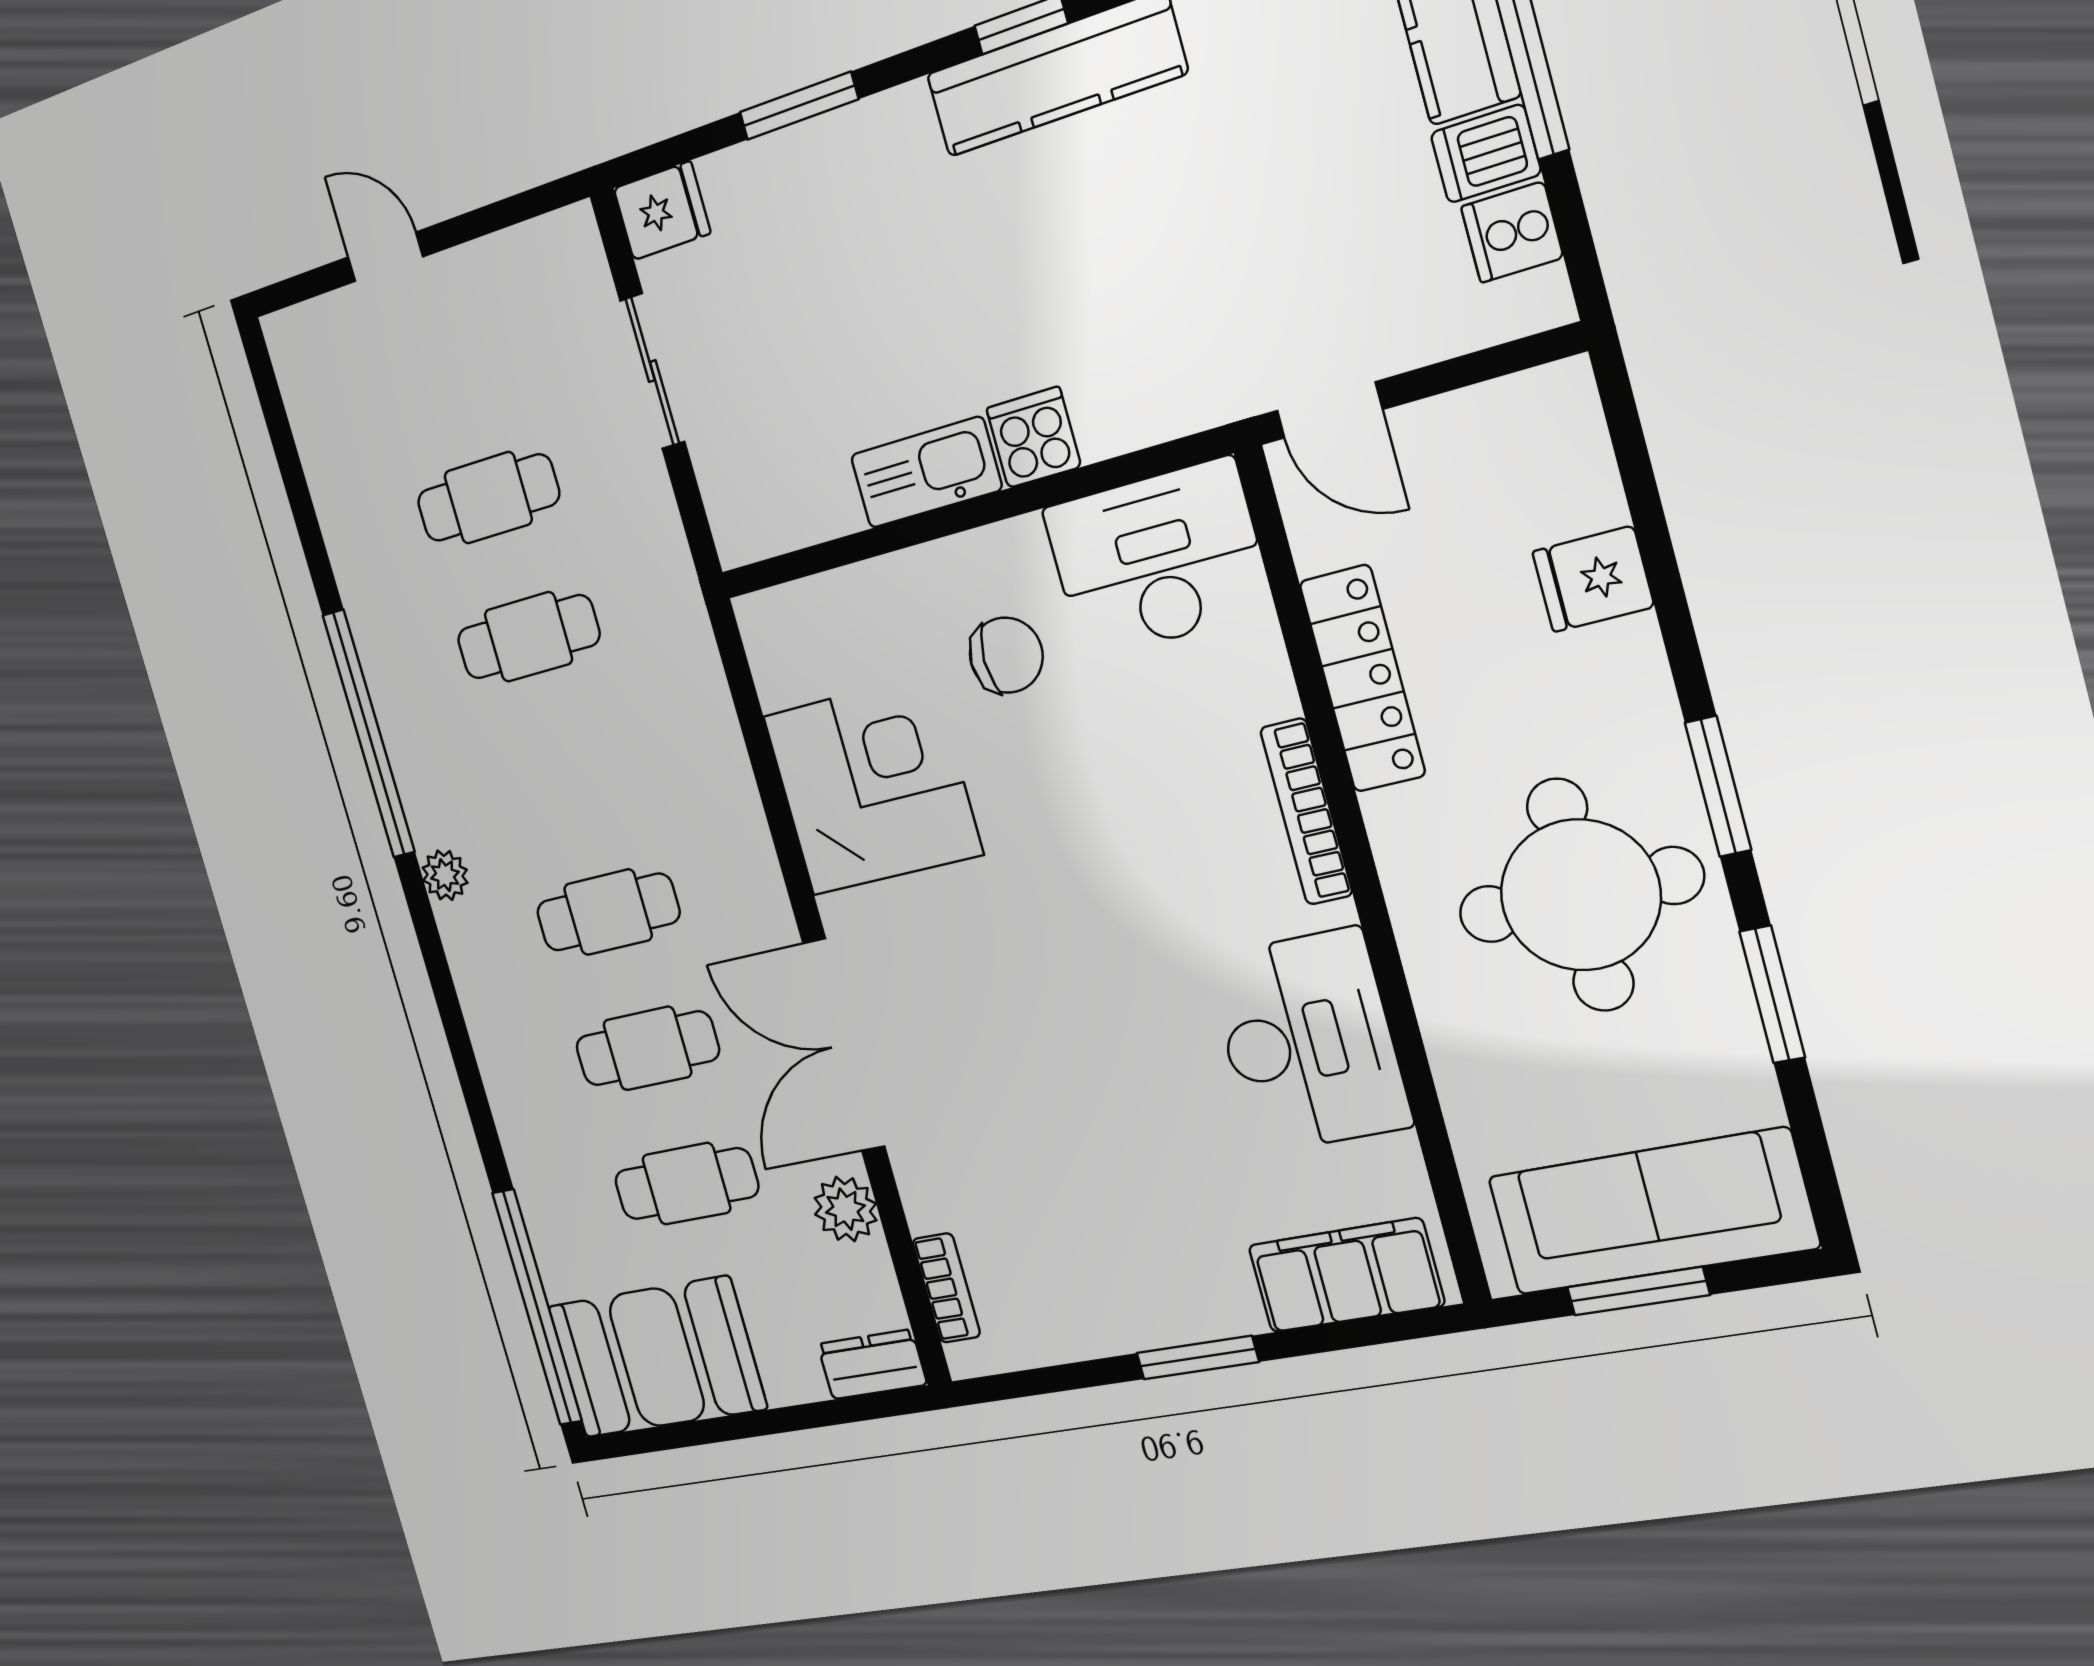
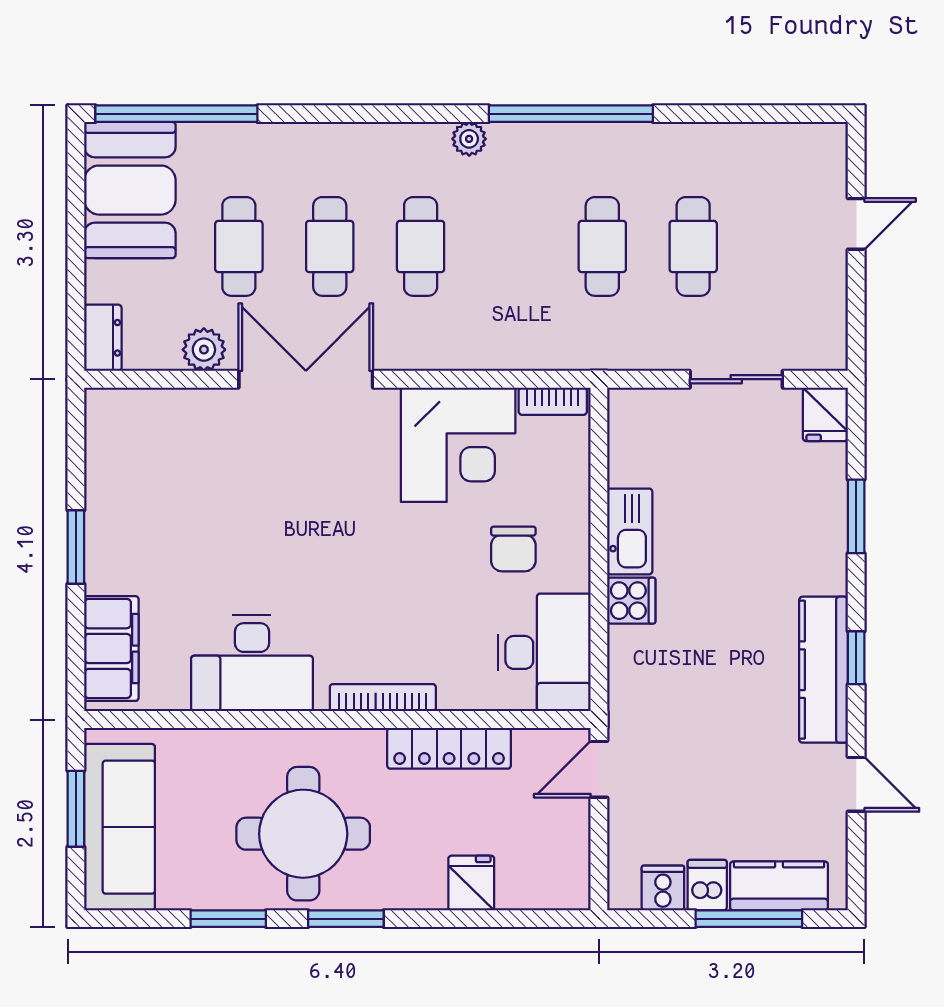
bookcase: (946, 1288) -> (553, 401), moved

